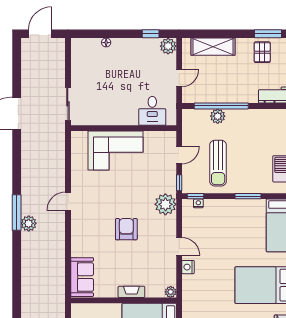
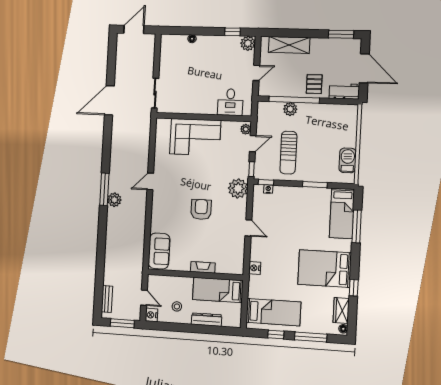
pallet: (262, 52) -> (314, 84), moved
nightstand: (188, 267) -> (255, 268), moved
plant: (171, 292) -> (246, 129), moved

